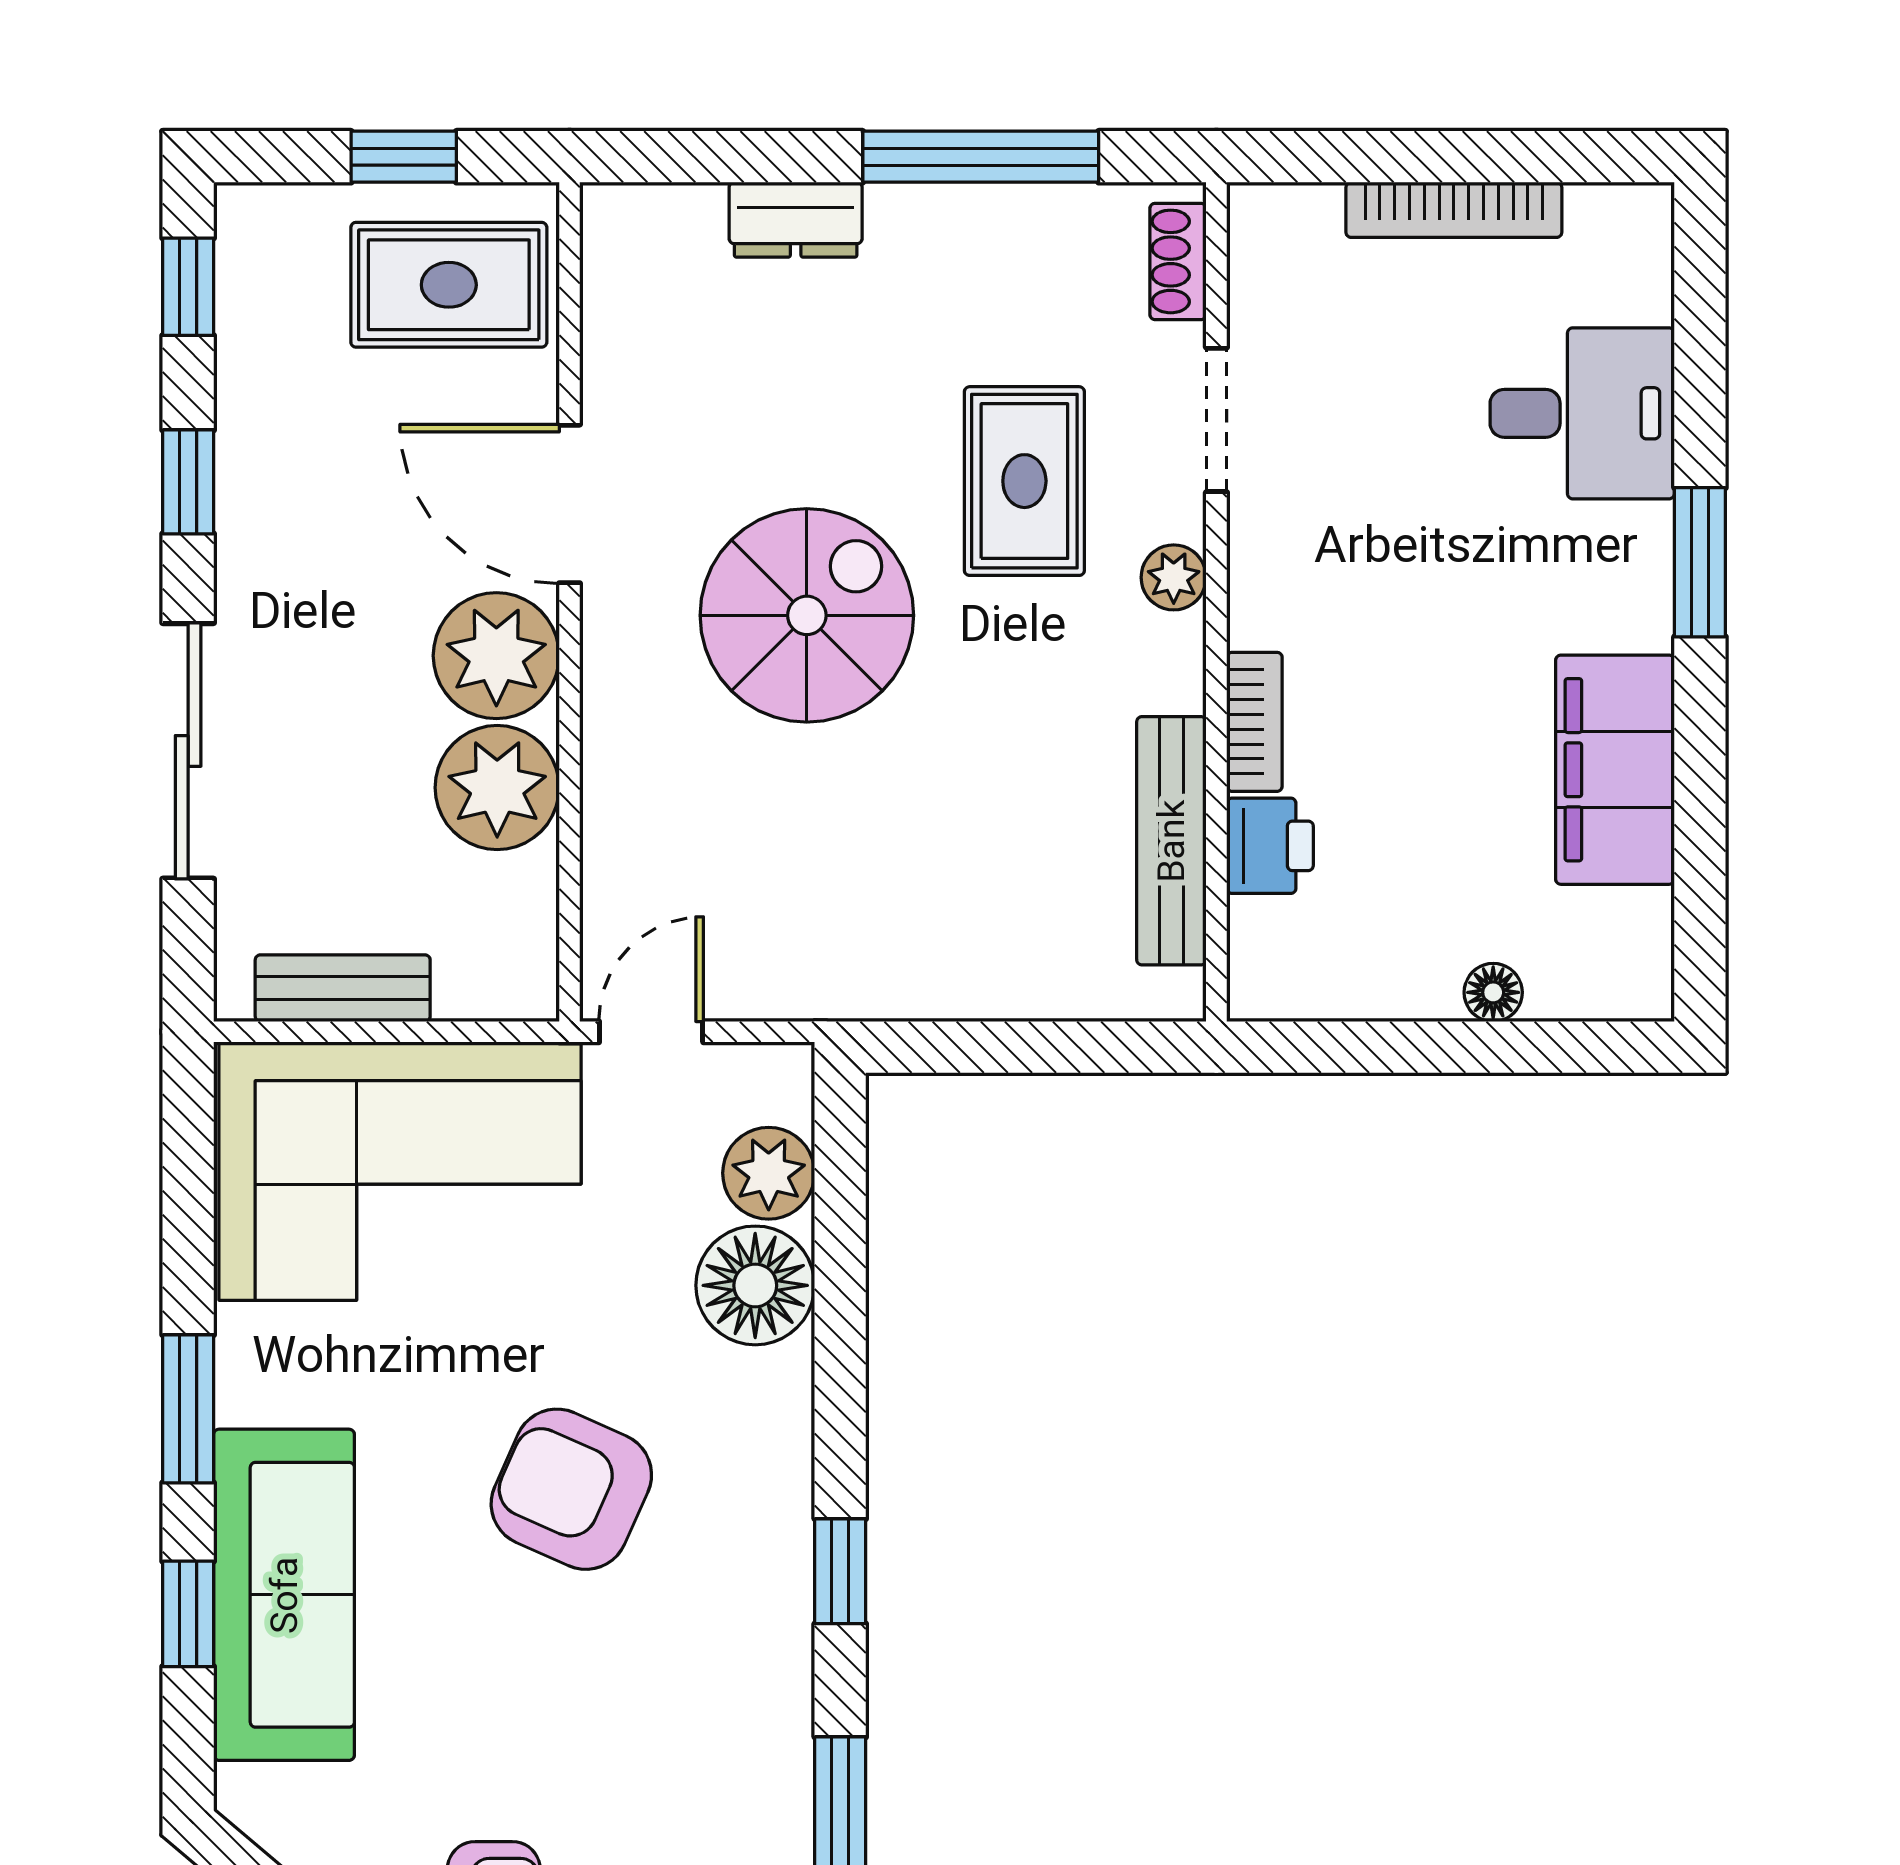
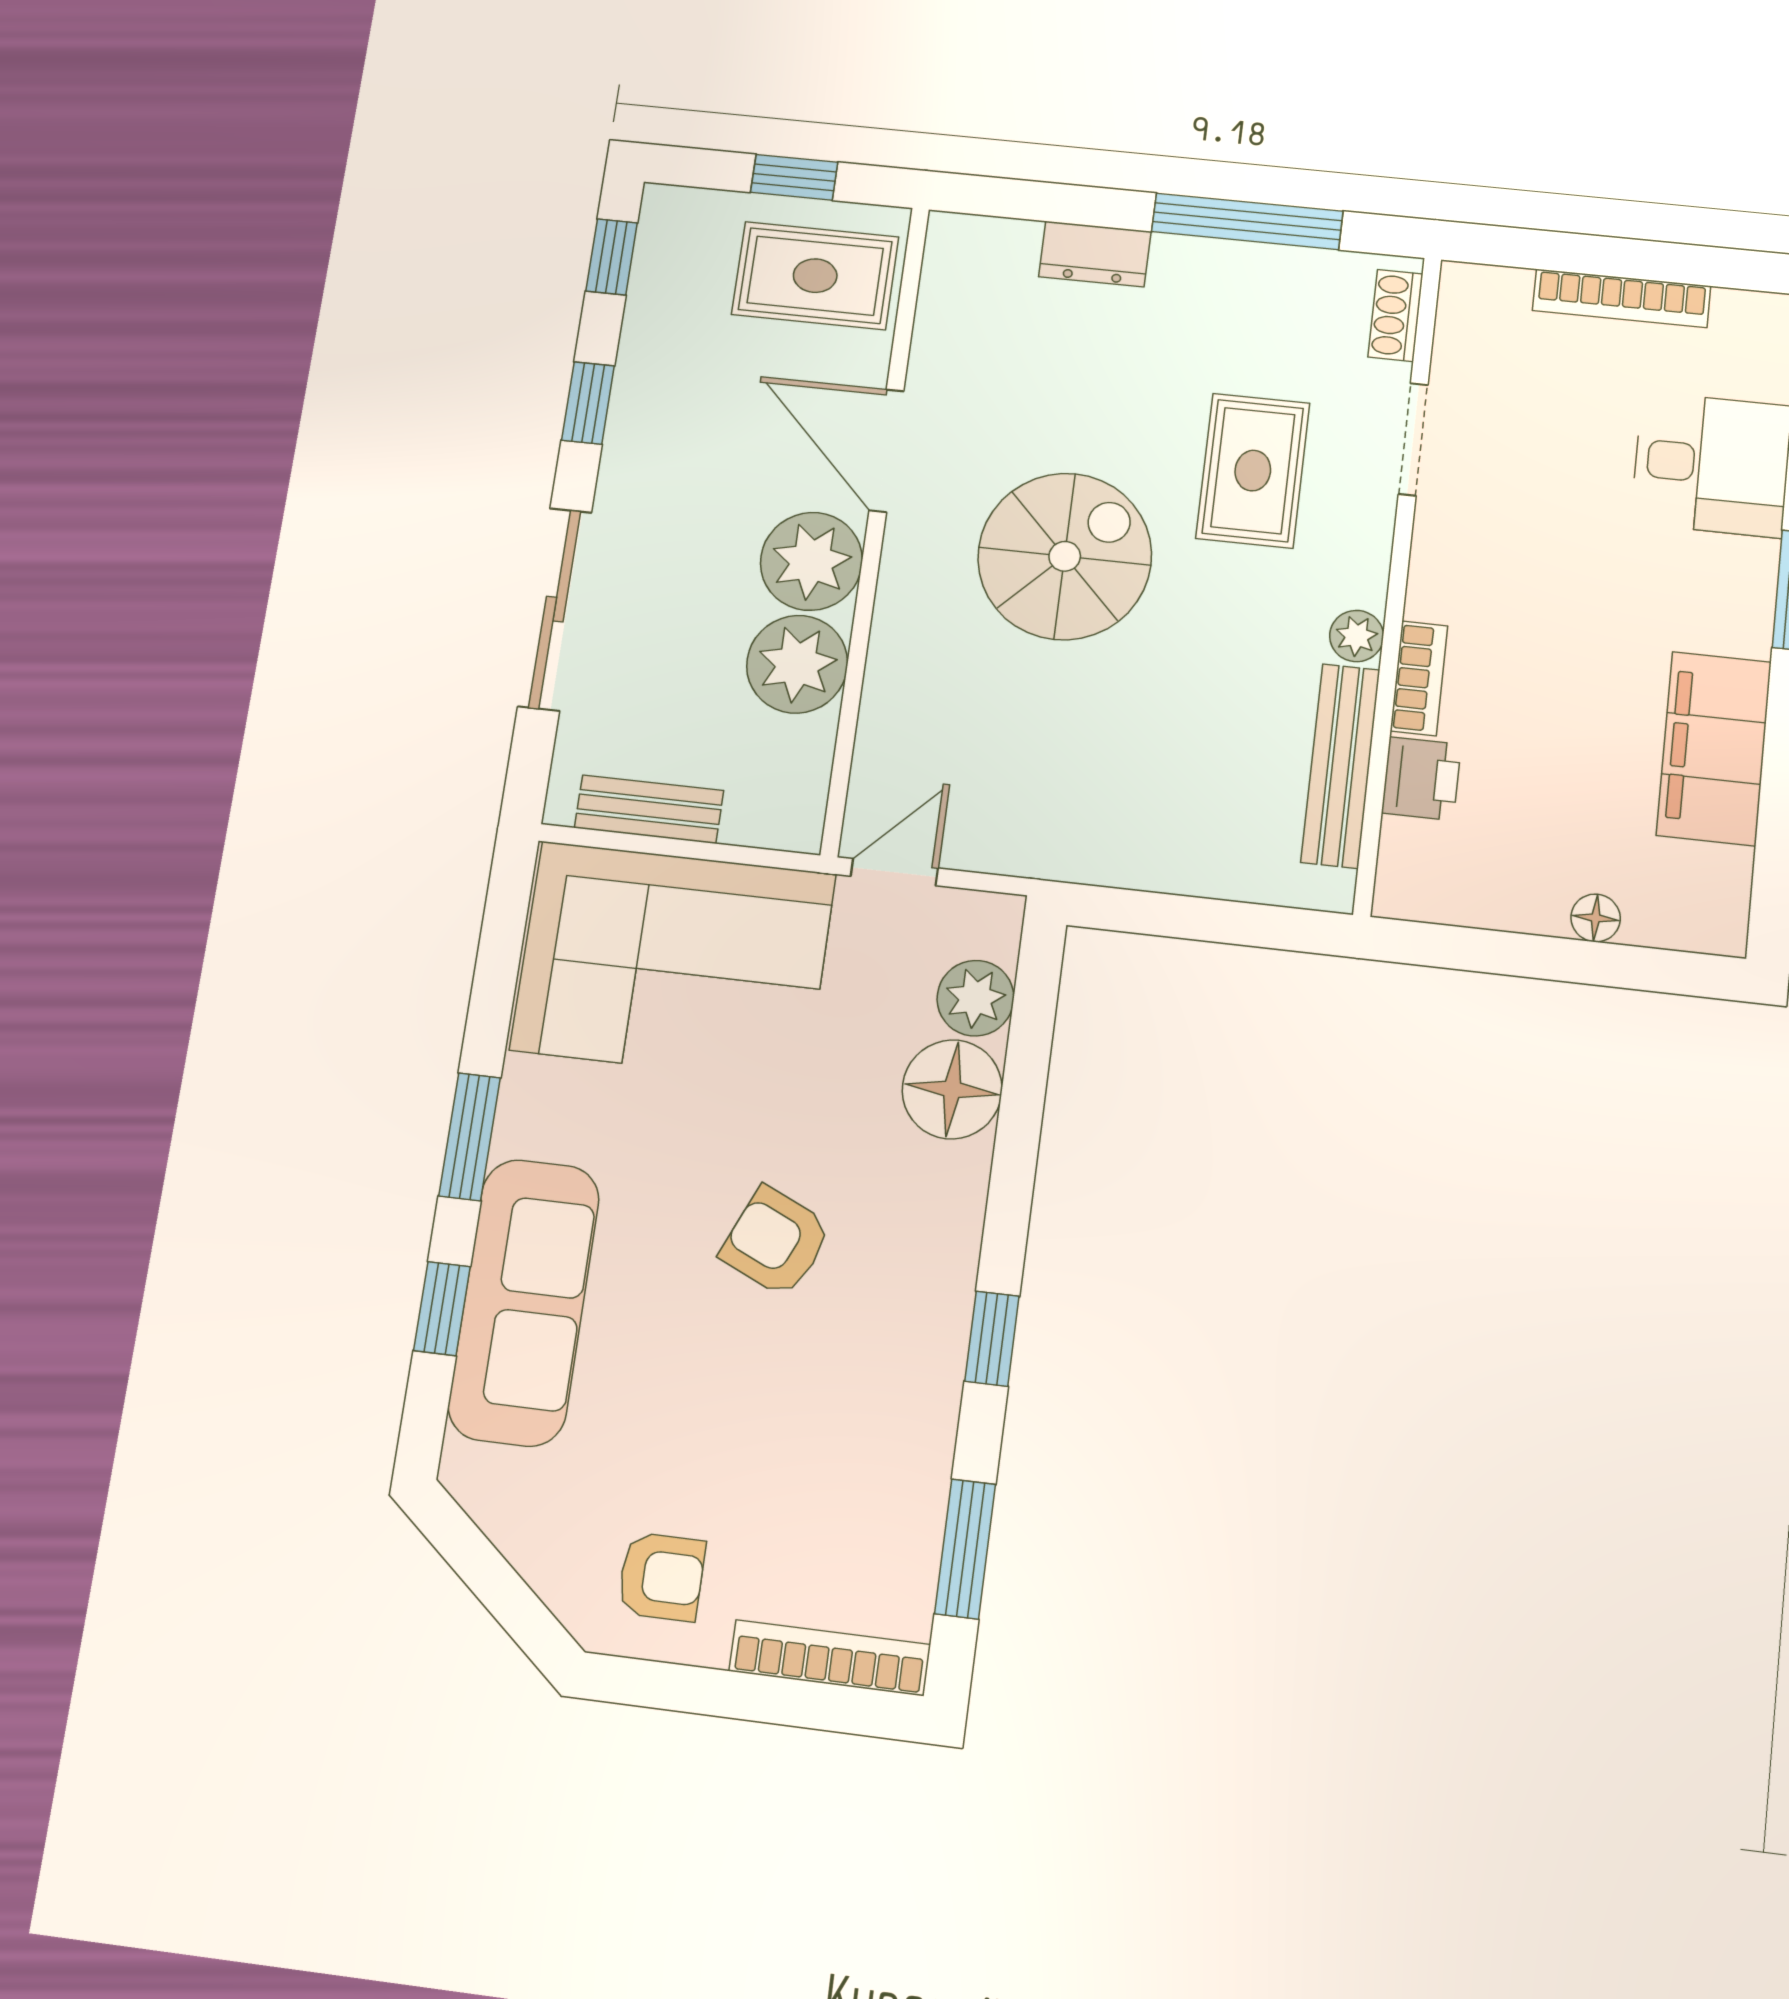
plant: (1174, 577) -> (1357, 636), moved
armchair: (571, 1489) -> (776, 1242), width x0.72, depth x0.72

